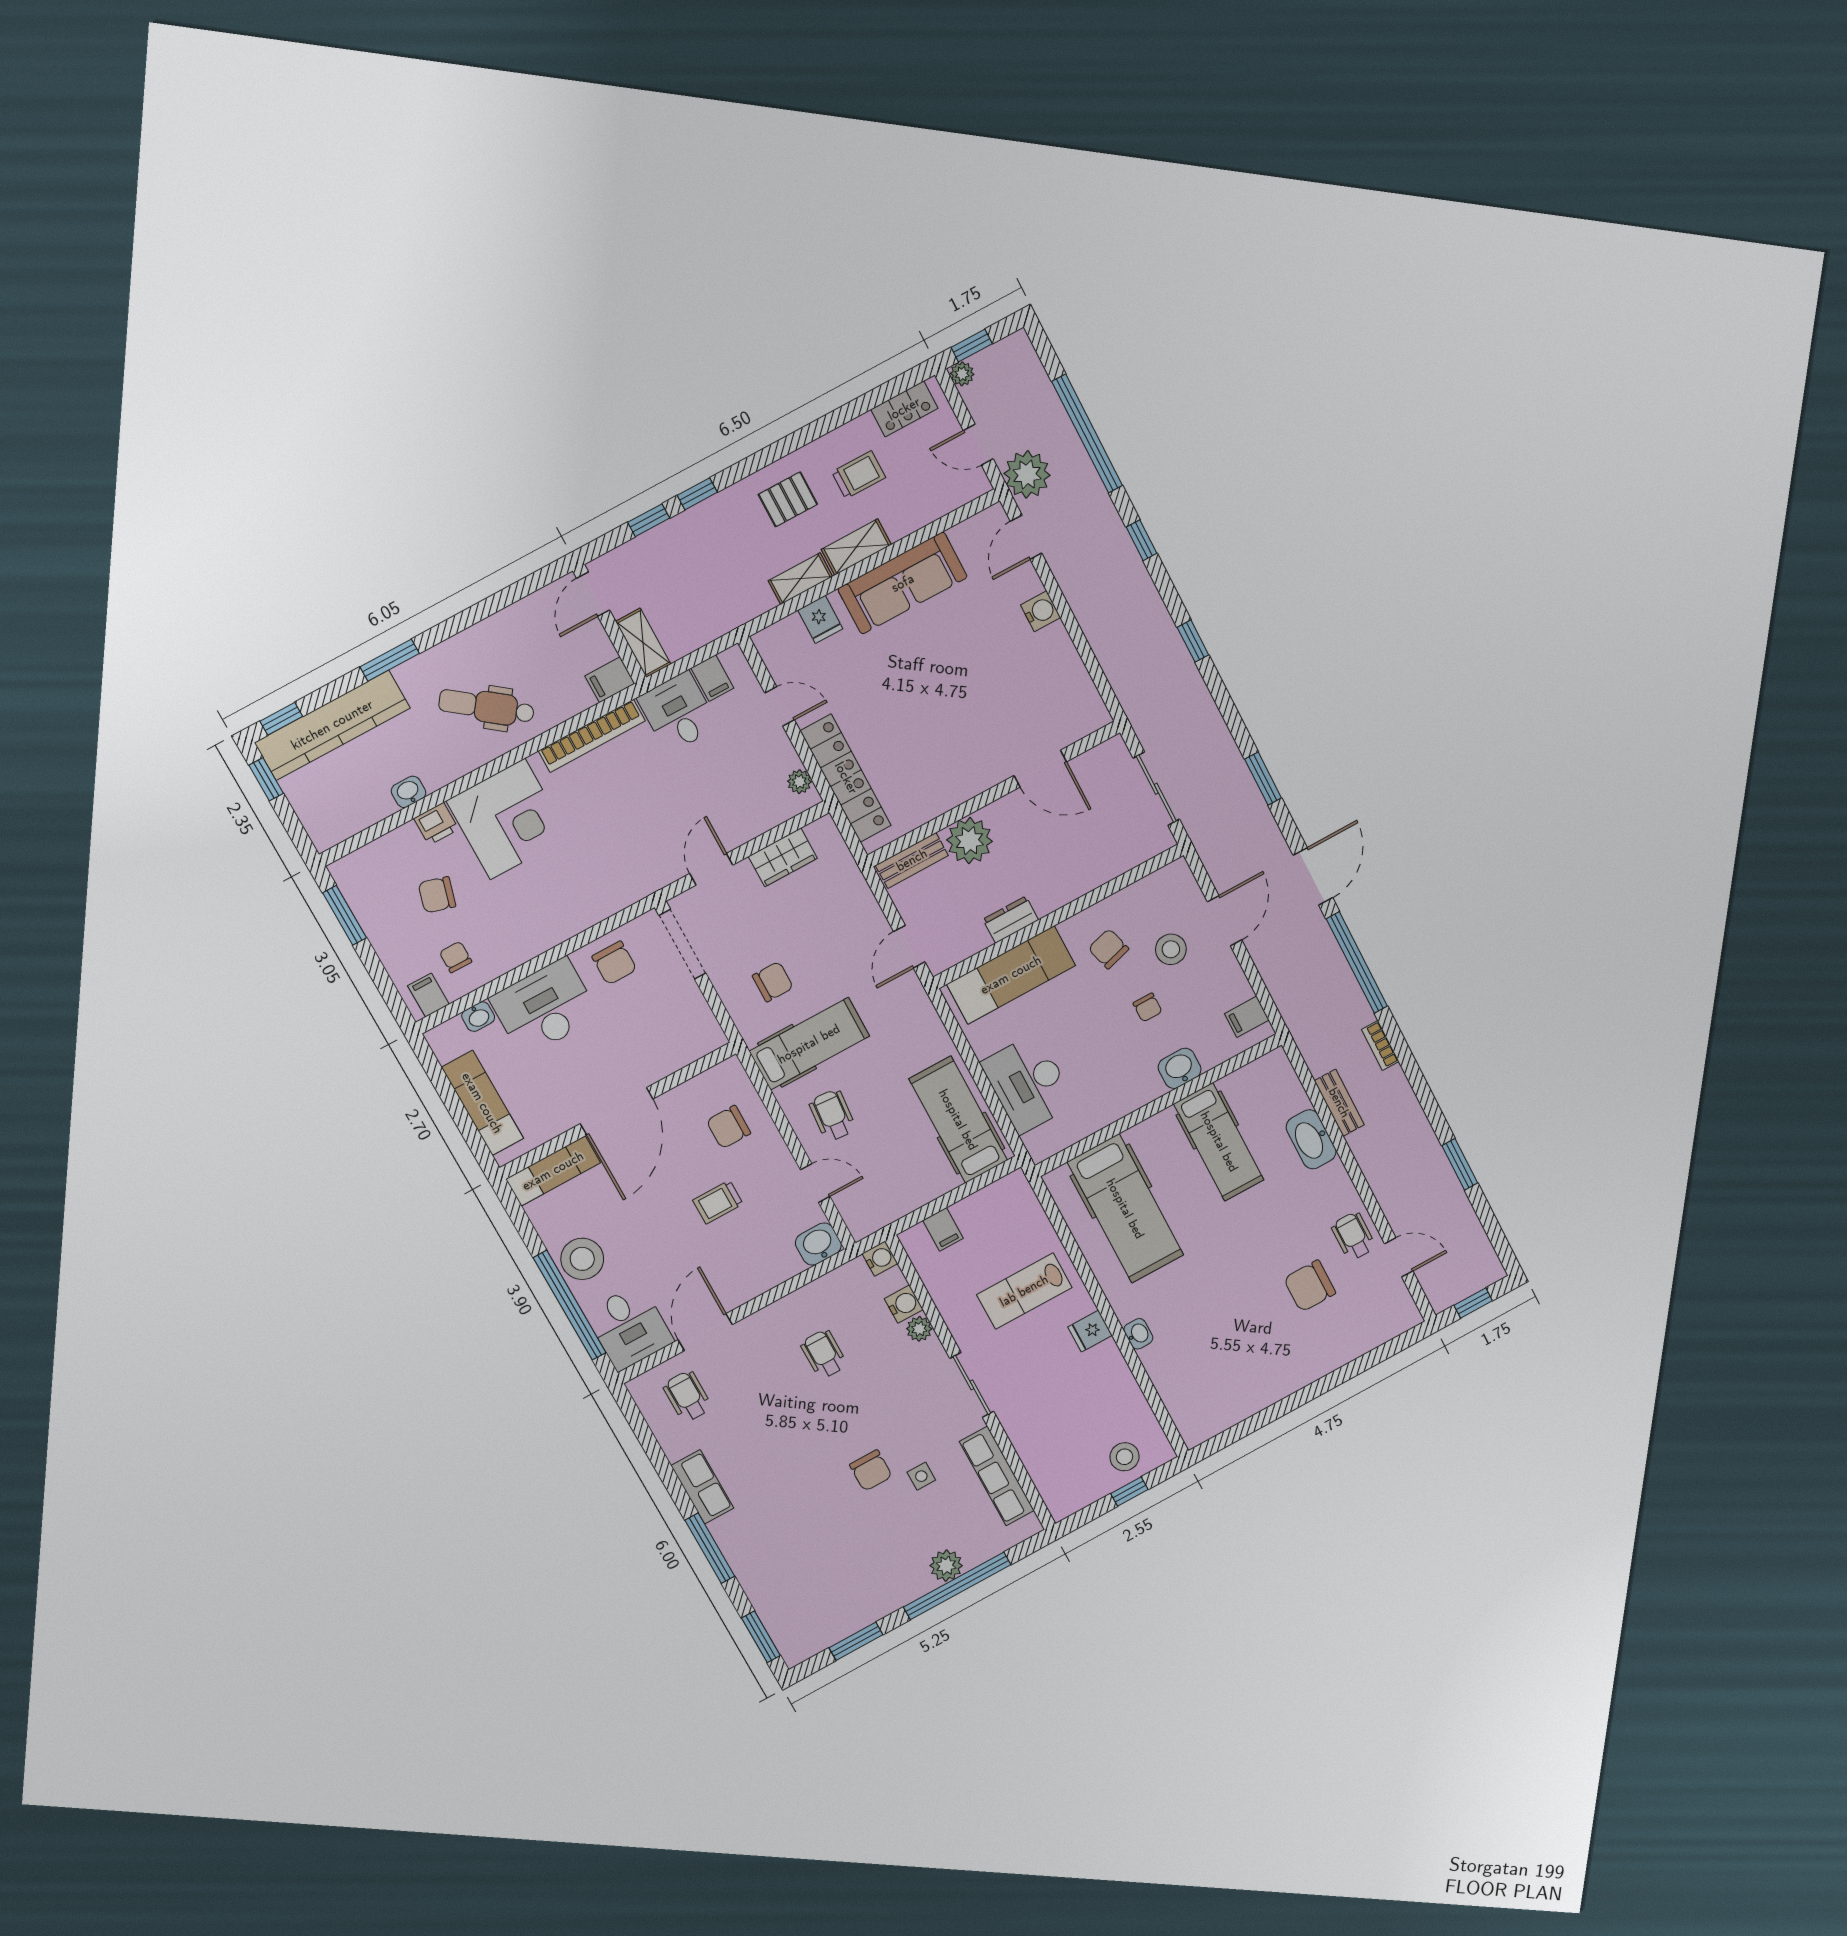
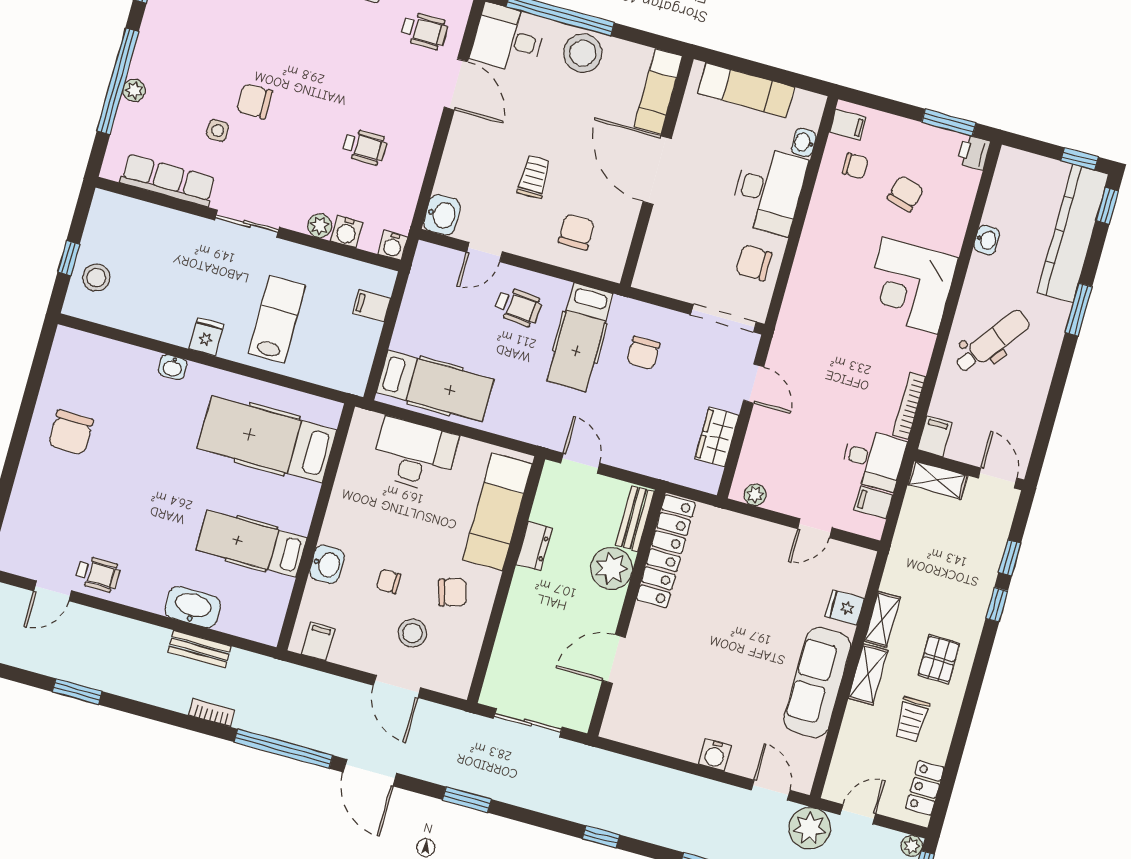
bookcase: (592, 736) -> (909, 406), width x0.68, depth x0.76
locker: (846, 778) -> (666, 551), moved, turned -90
printer: (436, 824) -> (974, 152), moved
chair: (1310, 1286) -> (71, 433), moved, turned 180
plant: (946, 1566) -> (134, 90), width x0.73, depth x0.73

